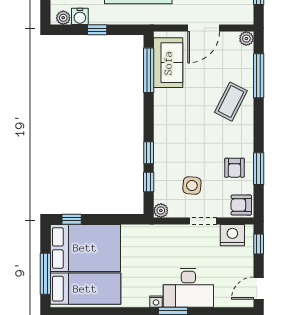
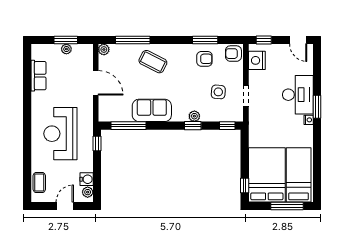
window: (97, 30) -> (97, 144), moved
sofa: (168, 63) -> (152, 110), moved
window: (149, 182) -> (227, 126), moved
armchair: (241, 205) -> (233, 54), turned 90
plant: (161, 210) -> (194, 116), moved
doorway: (203, 221) -> (246, 96), moved

